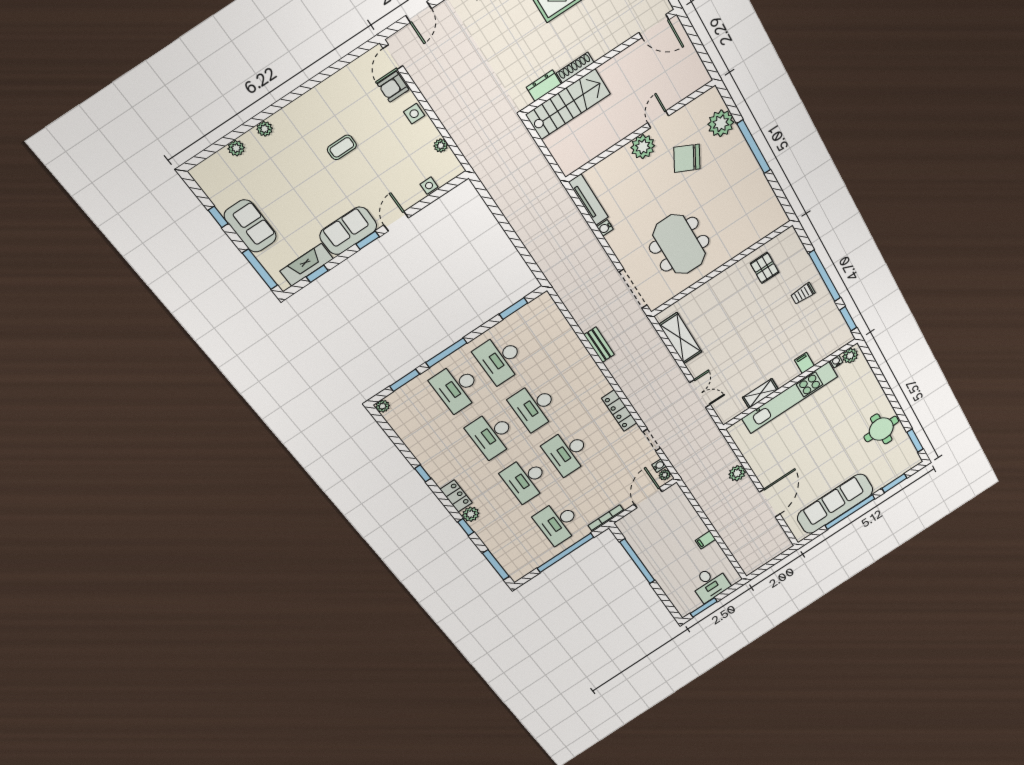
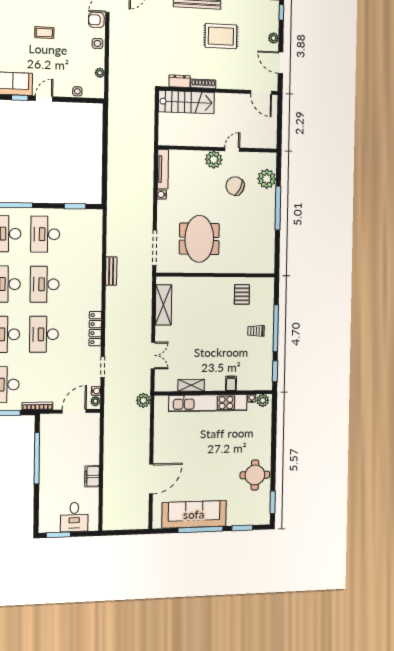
plant: (737, 473) -> (143, 400), moved
filing cabinet: (706, 540) -> (92, 476), width x2.00

